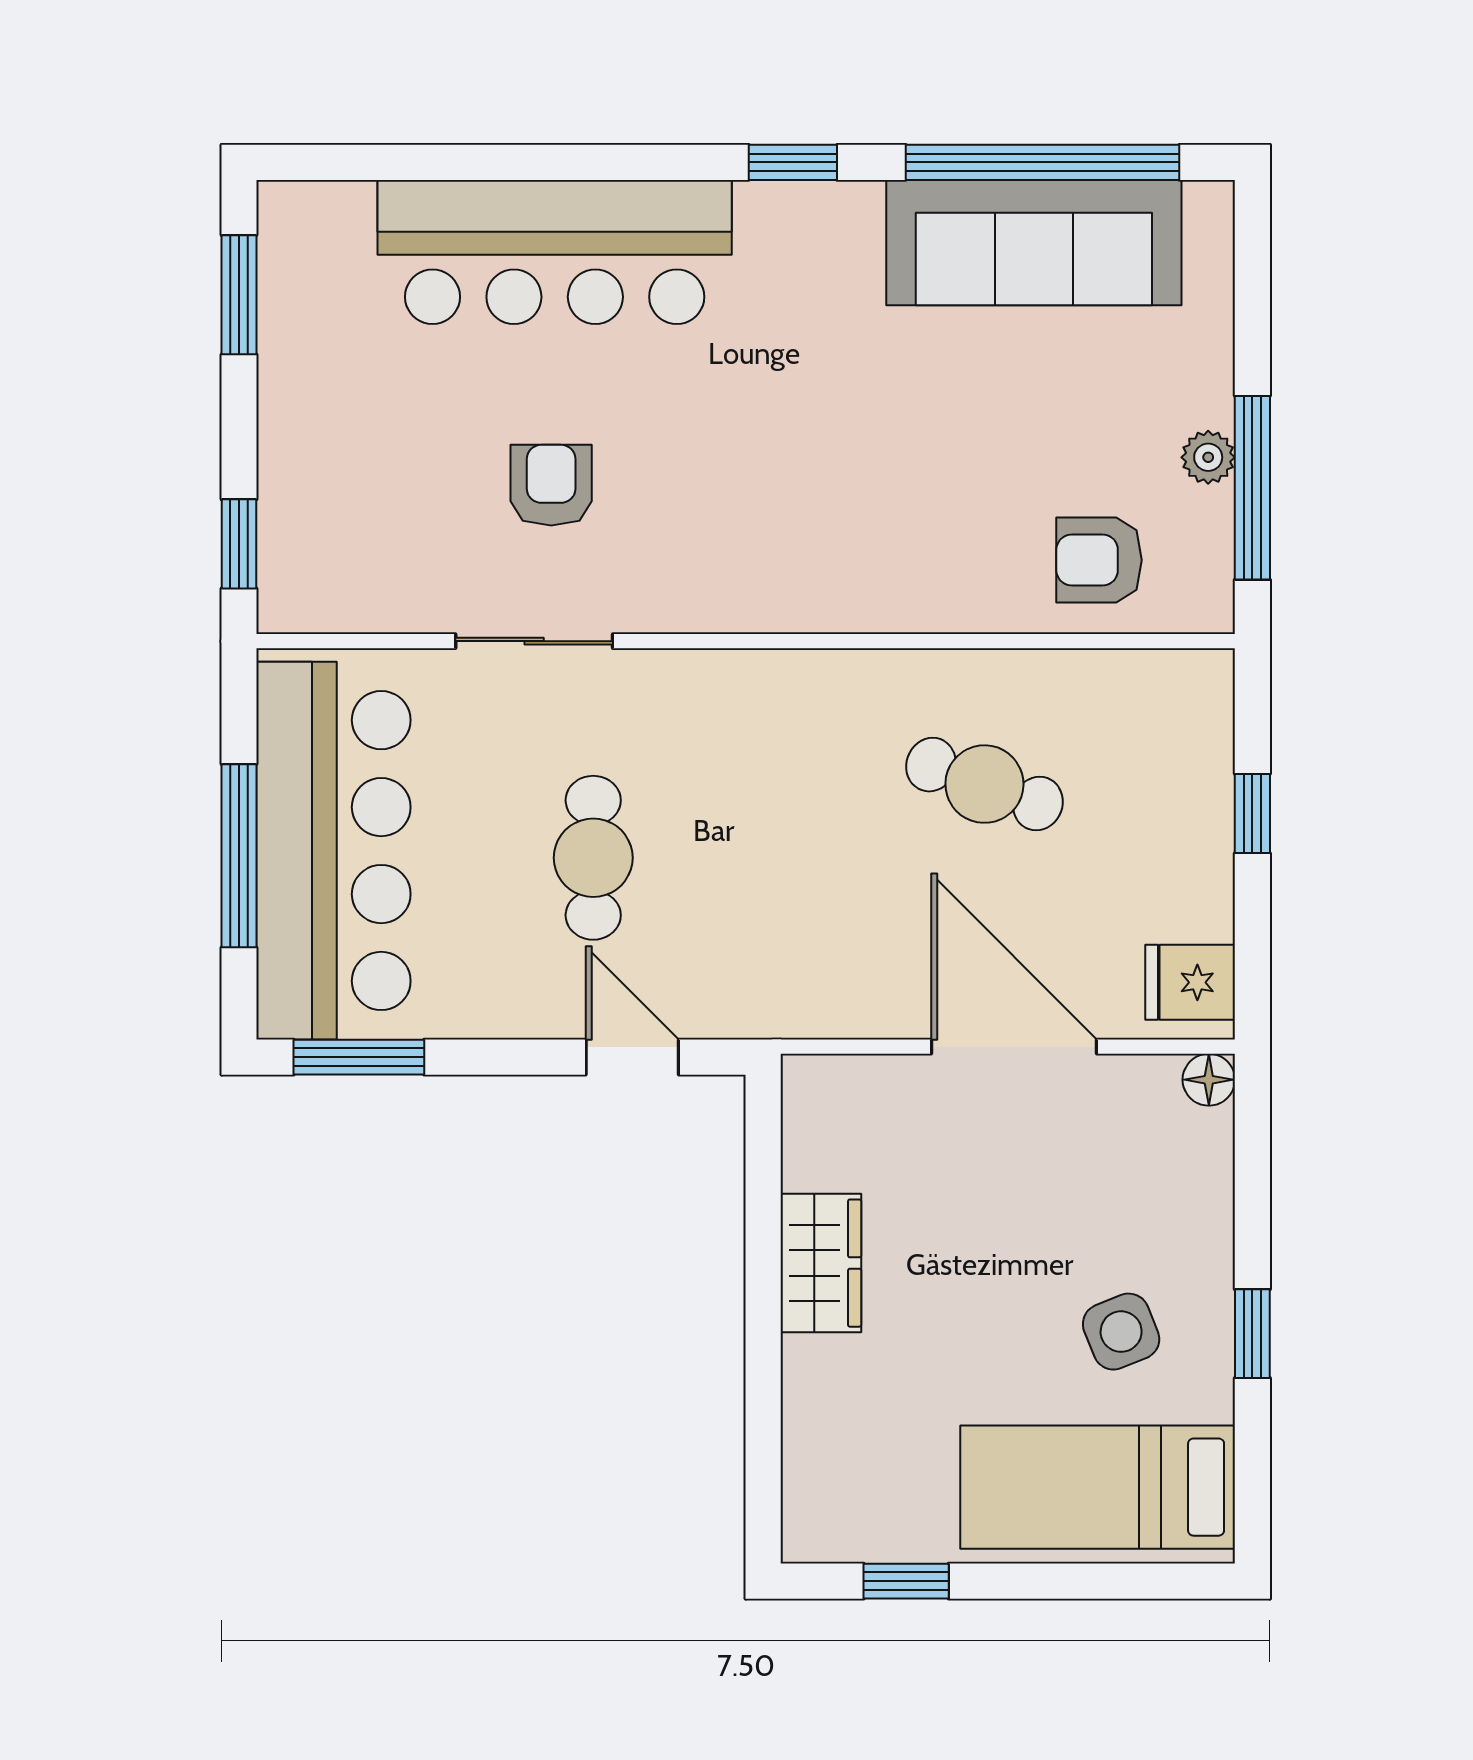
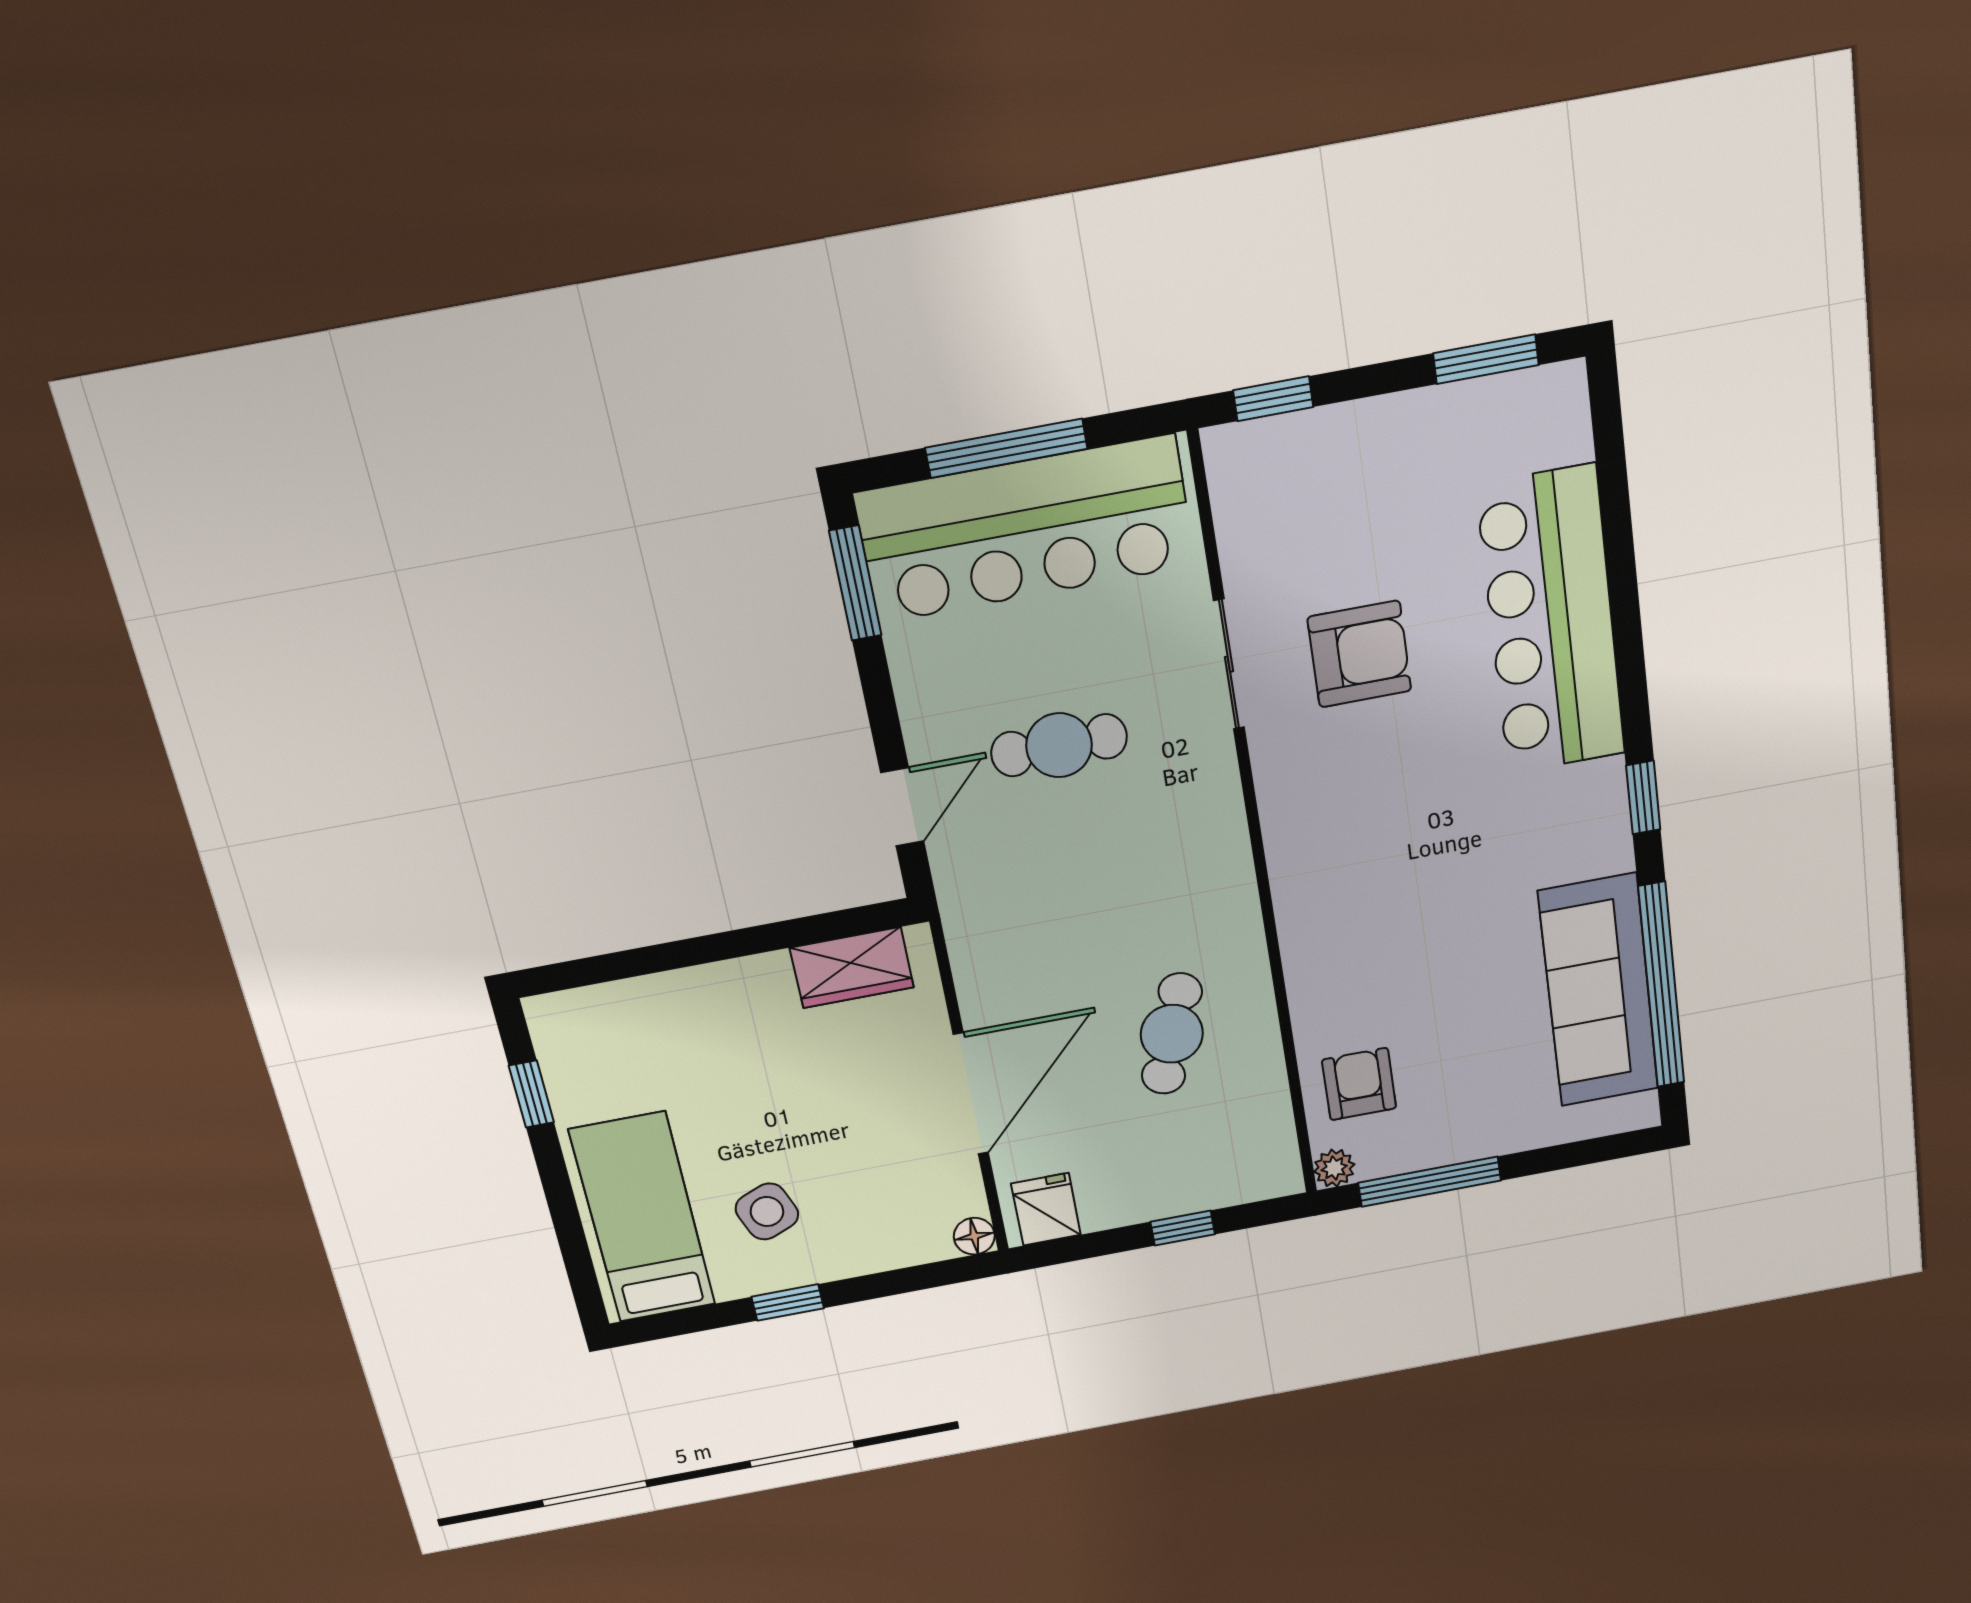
plant: (1208, 457) -> (1334, 1168), moved
armchair: (551, 485) -> (1359, 654), width x1.38, depth x1.38
wardrobe: (821, 1263) -> (852, 968), moved

